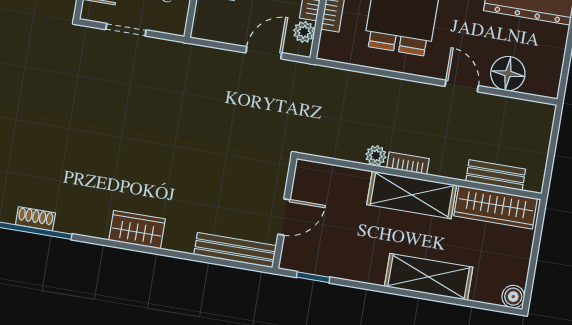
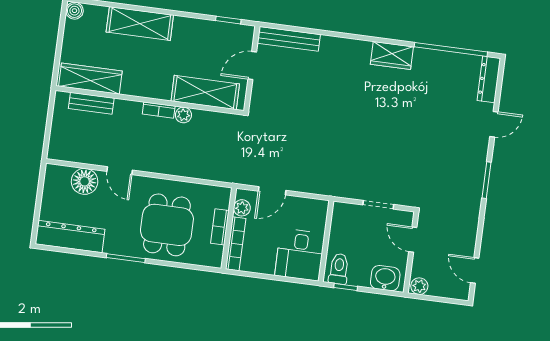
shelving: (412, 195) -> (205, 92), moved
shoe rack: (35, 219) -> (443, 57), removed
wardrobe: (137, 230) -> (392, 55), moved

